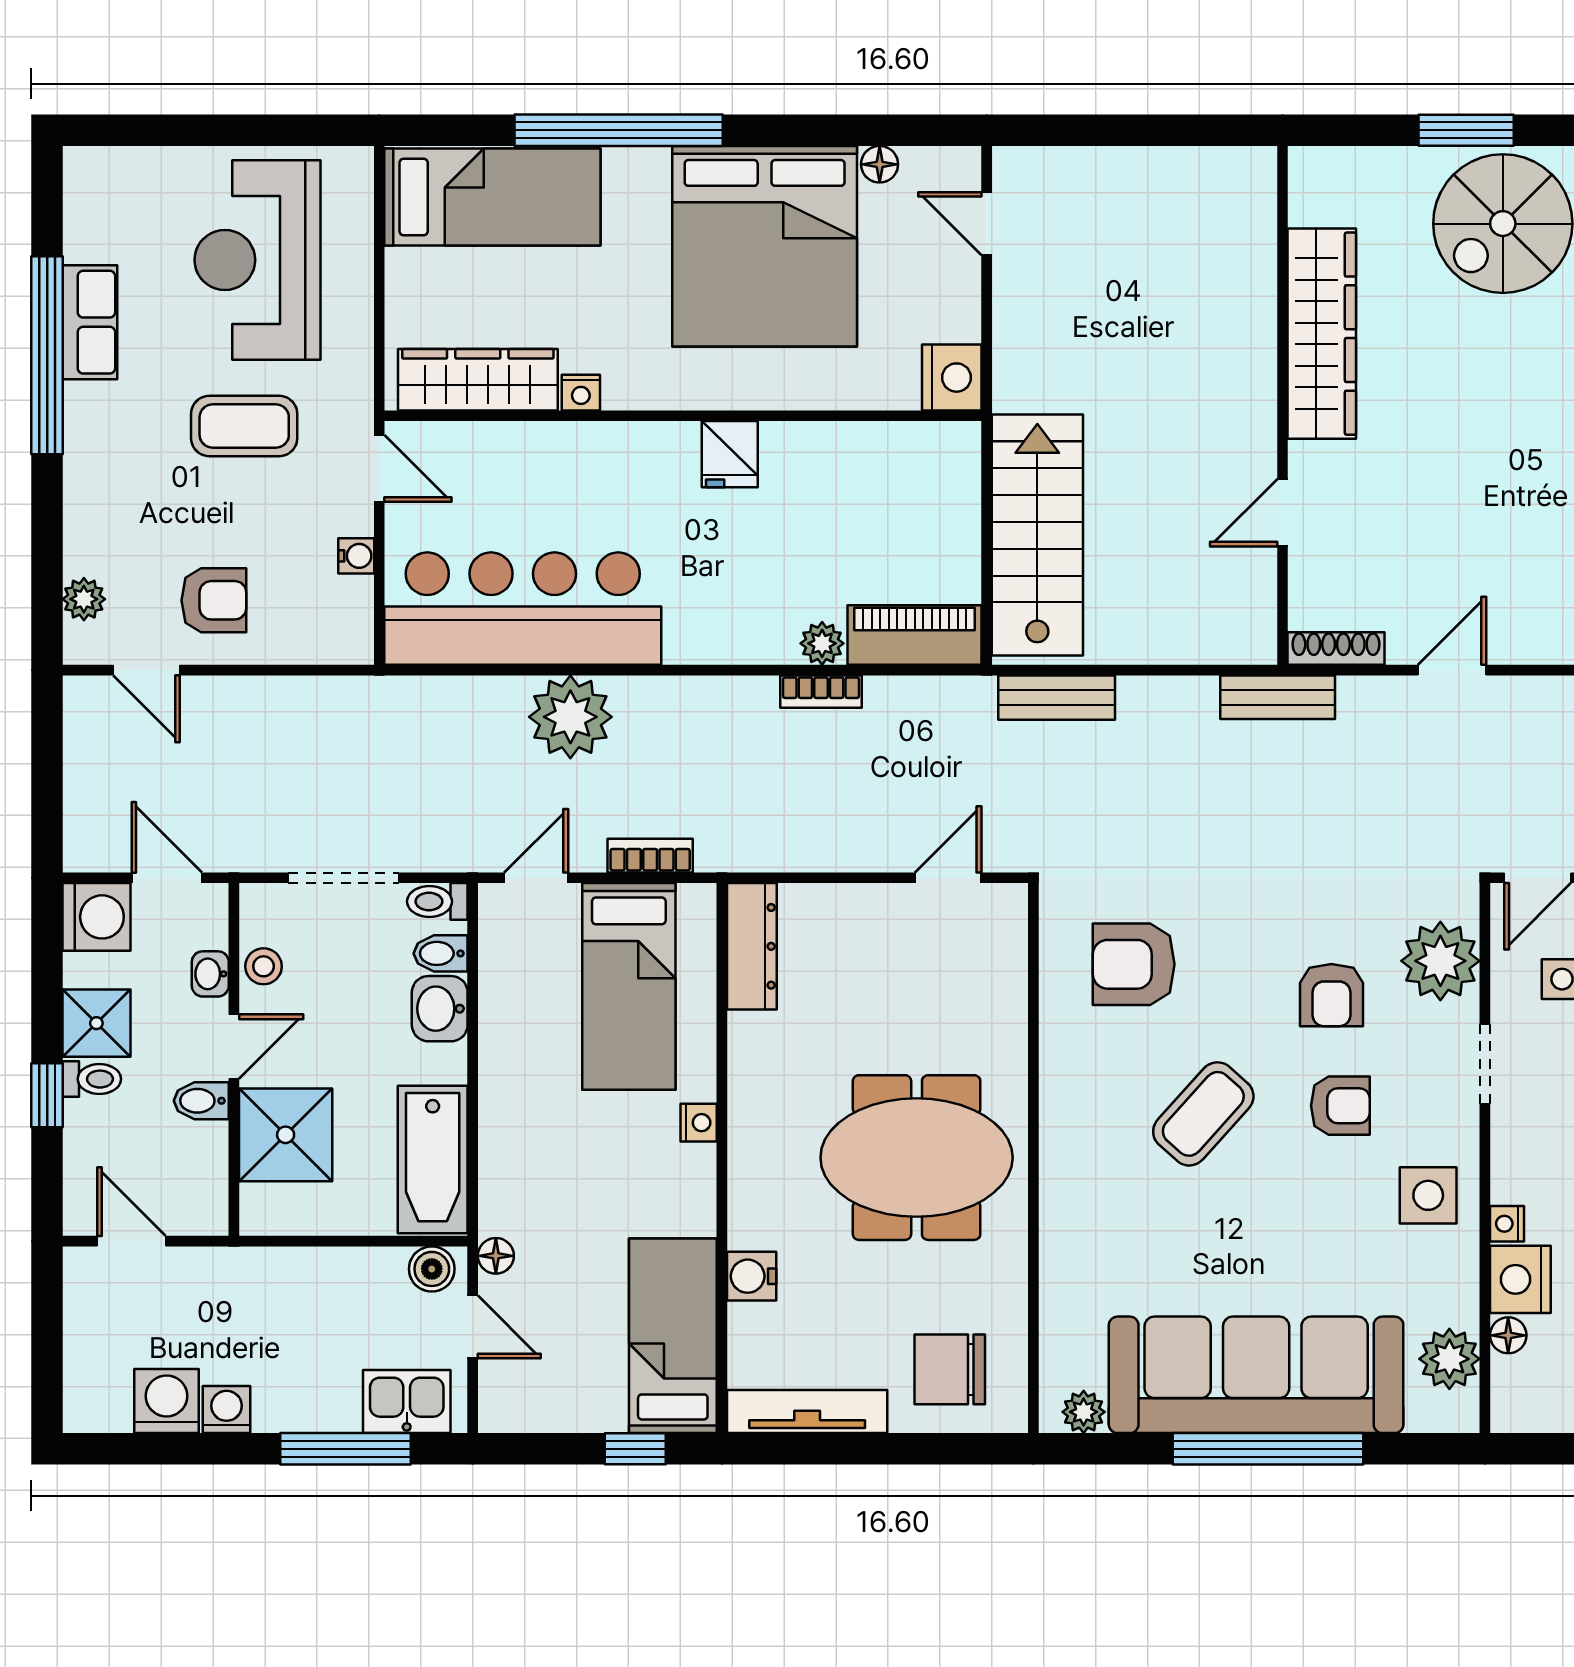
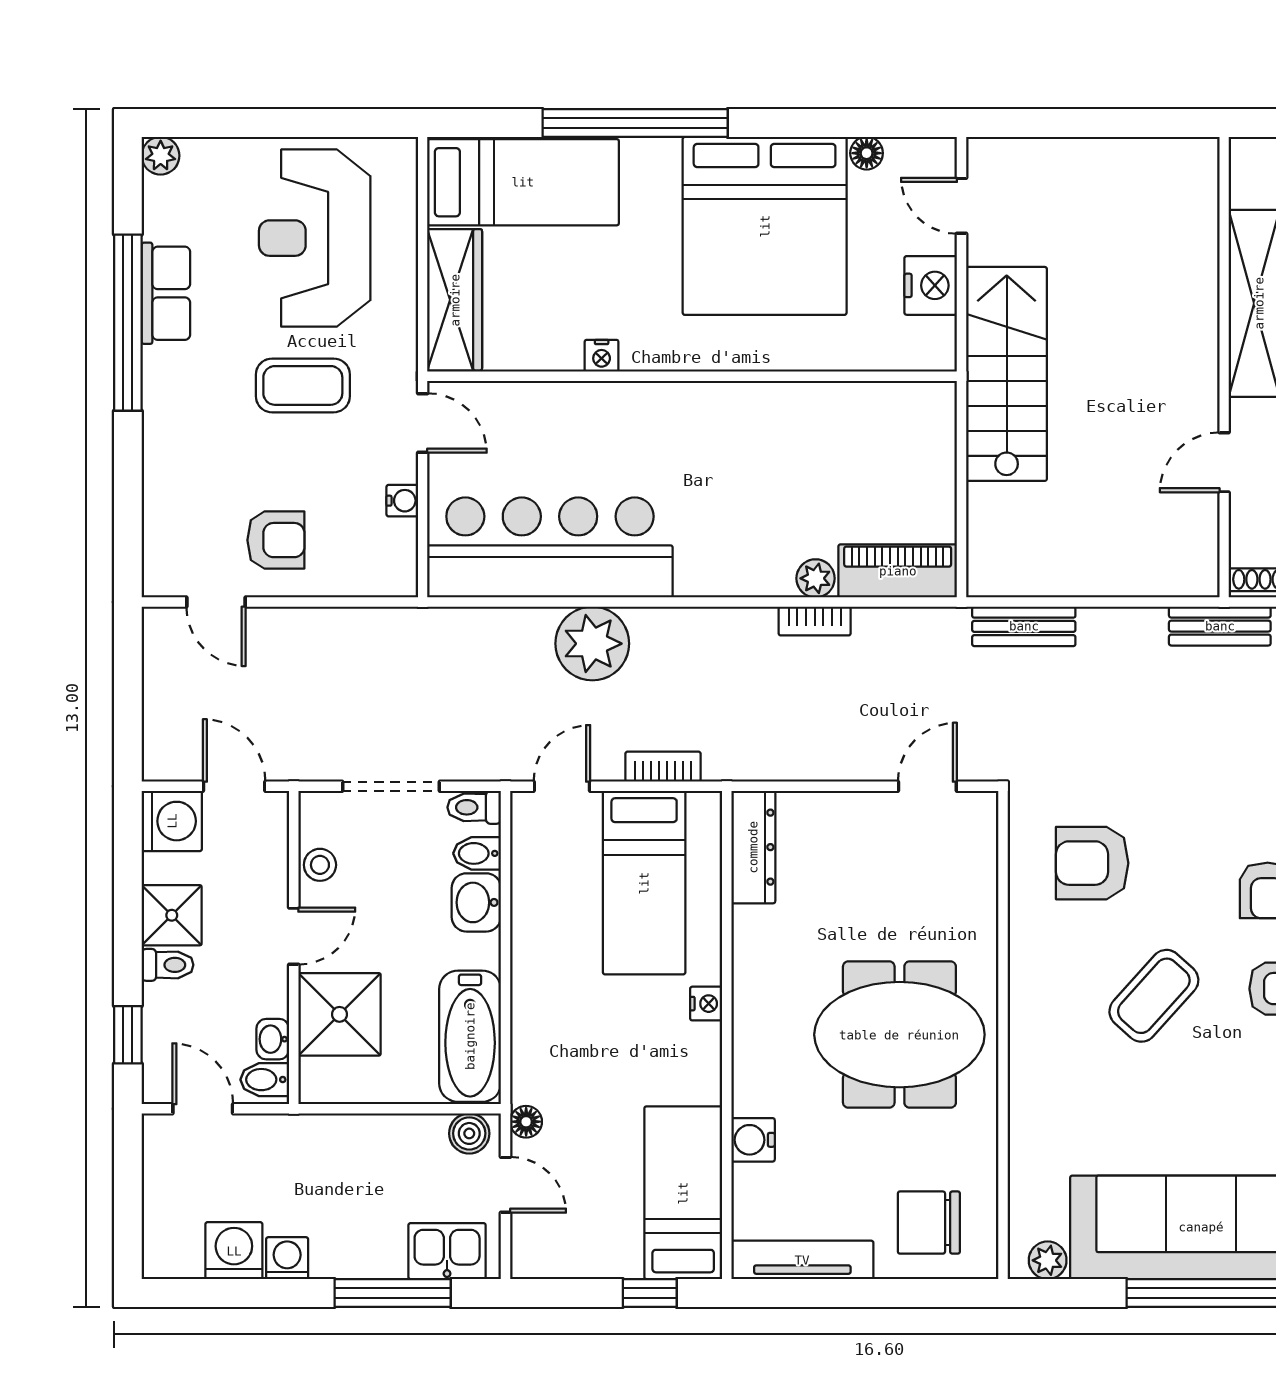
nightstand: (952, 378) -> (931, 285), moved
wardrobe: (478, 380) -> (455, 300), moved, turned 90
fridge: (730, 454) -> (734, 410), removed
stairs: (1037, 535) -> (1007, 374), moved
plant: (84, 599) -> (161, 156), moved
washbasin: (210, 974) -> (273, 1039), moved
window: (47, 1095) -> (128, 1035), moved
bidet: (201, 1101) -> (265, 1080), moved

